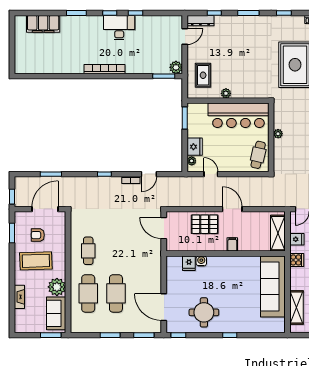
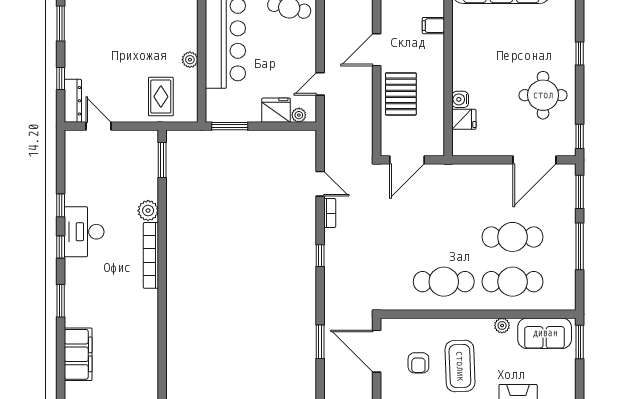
plant: (176, 67) -> (148, 211), moved
rug: (203, 75) -> (161, 97), turned 90
filing cabinet: (232, 244) -> (433, 26), moved
cafe table: (88, 251) -> (444, 282), width x1.37, depth x1.35
plant: (57, 287) -> (502, 325), width x0.53, depth x0.53
window: (110, 335) -> (580, 246), width x1.44

